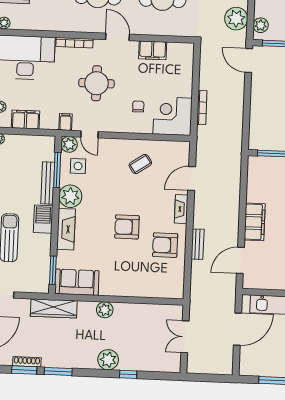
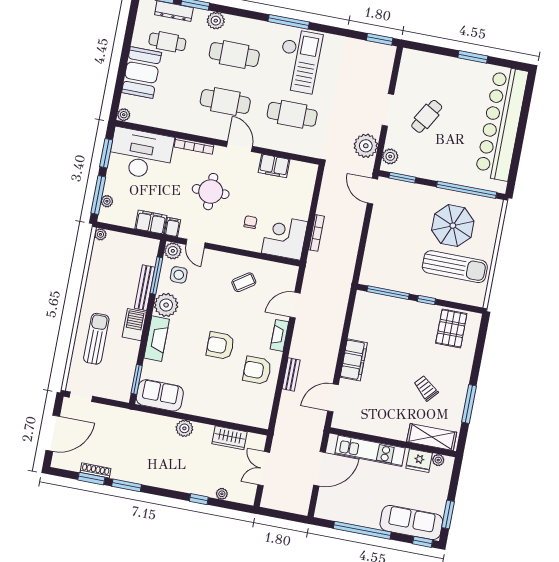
filing cabinet: (26, 120) -> (151, 222), moved
wardrobe: (54, 308) -> (229, 438), moved, width x0.67
plant: (108, 360) -> (222, 494), moved, width x0.53, depth x0.53

